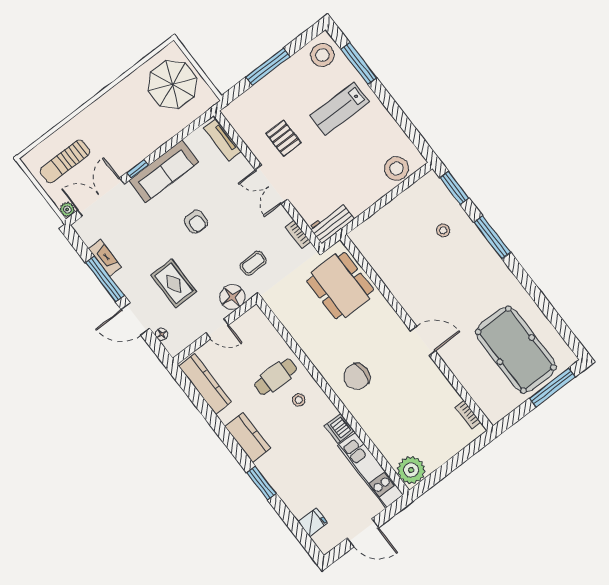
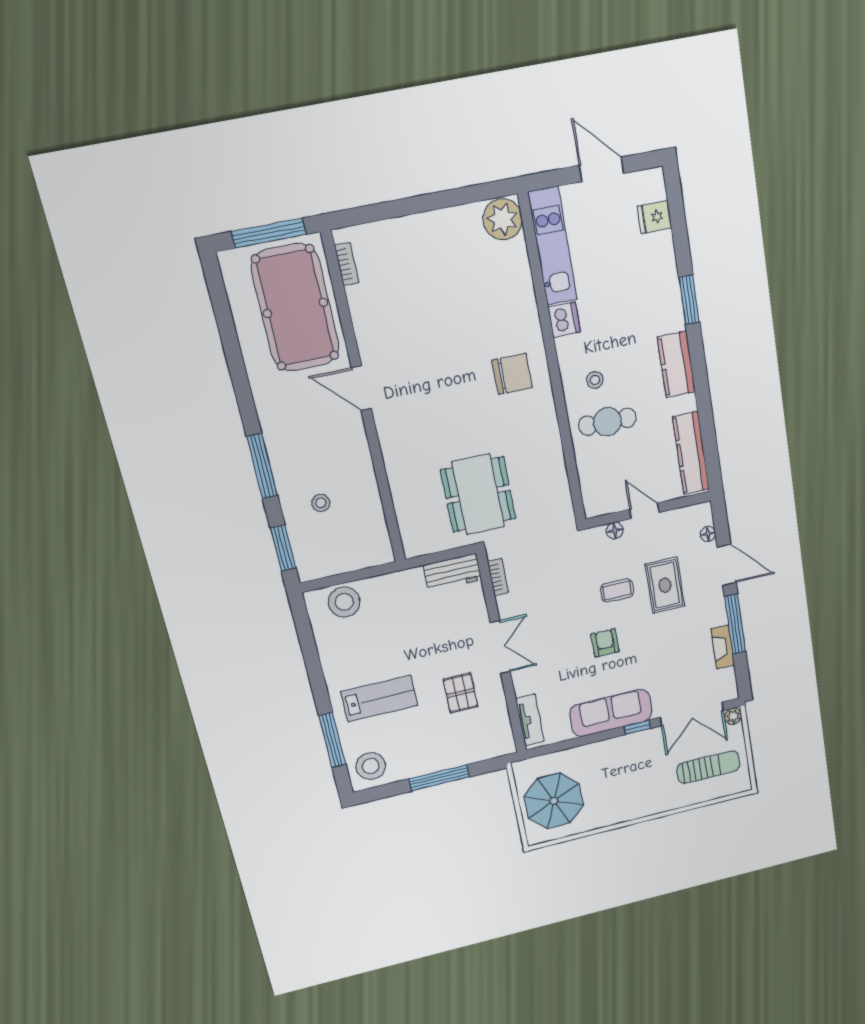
coffee table: (253, 263) -> (617, 591), moved
floor lamp: (232, 297) -> (615, 531), width x0.53, depth x0.53
wall: (417, 333) -> (365, 402), moved
door: (423, 341) -> (361, 388), moved
bookcase: (468, 415) -> (347, 264), moved

